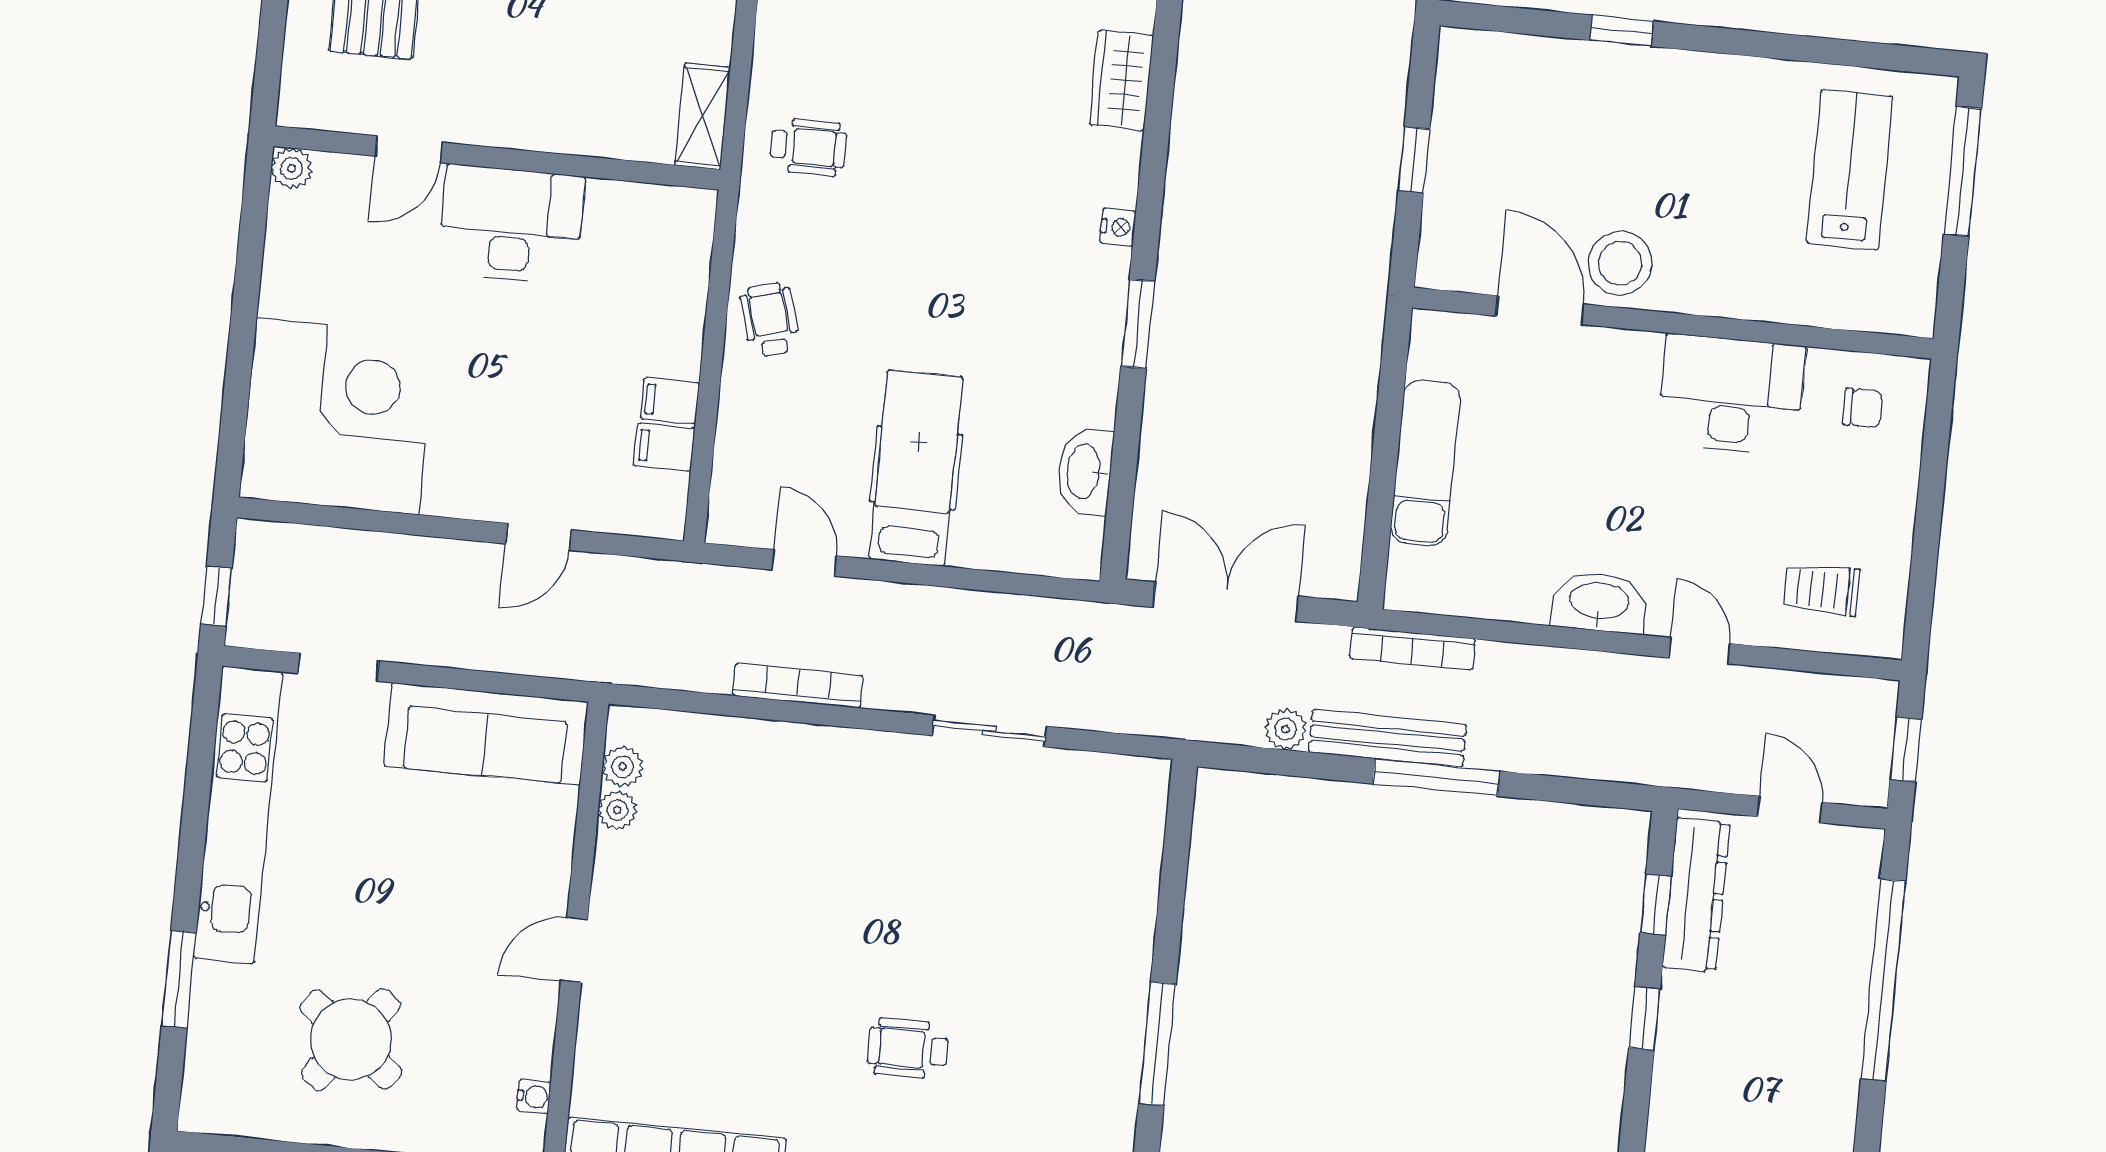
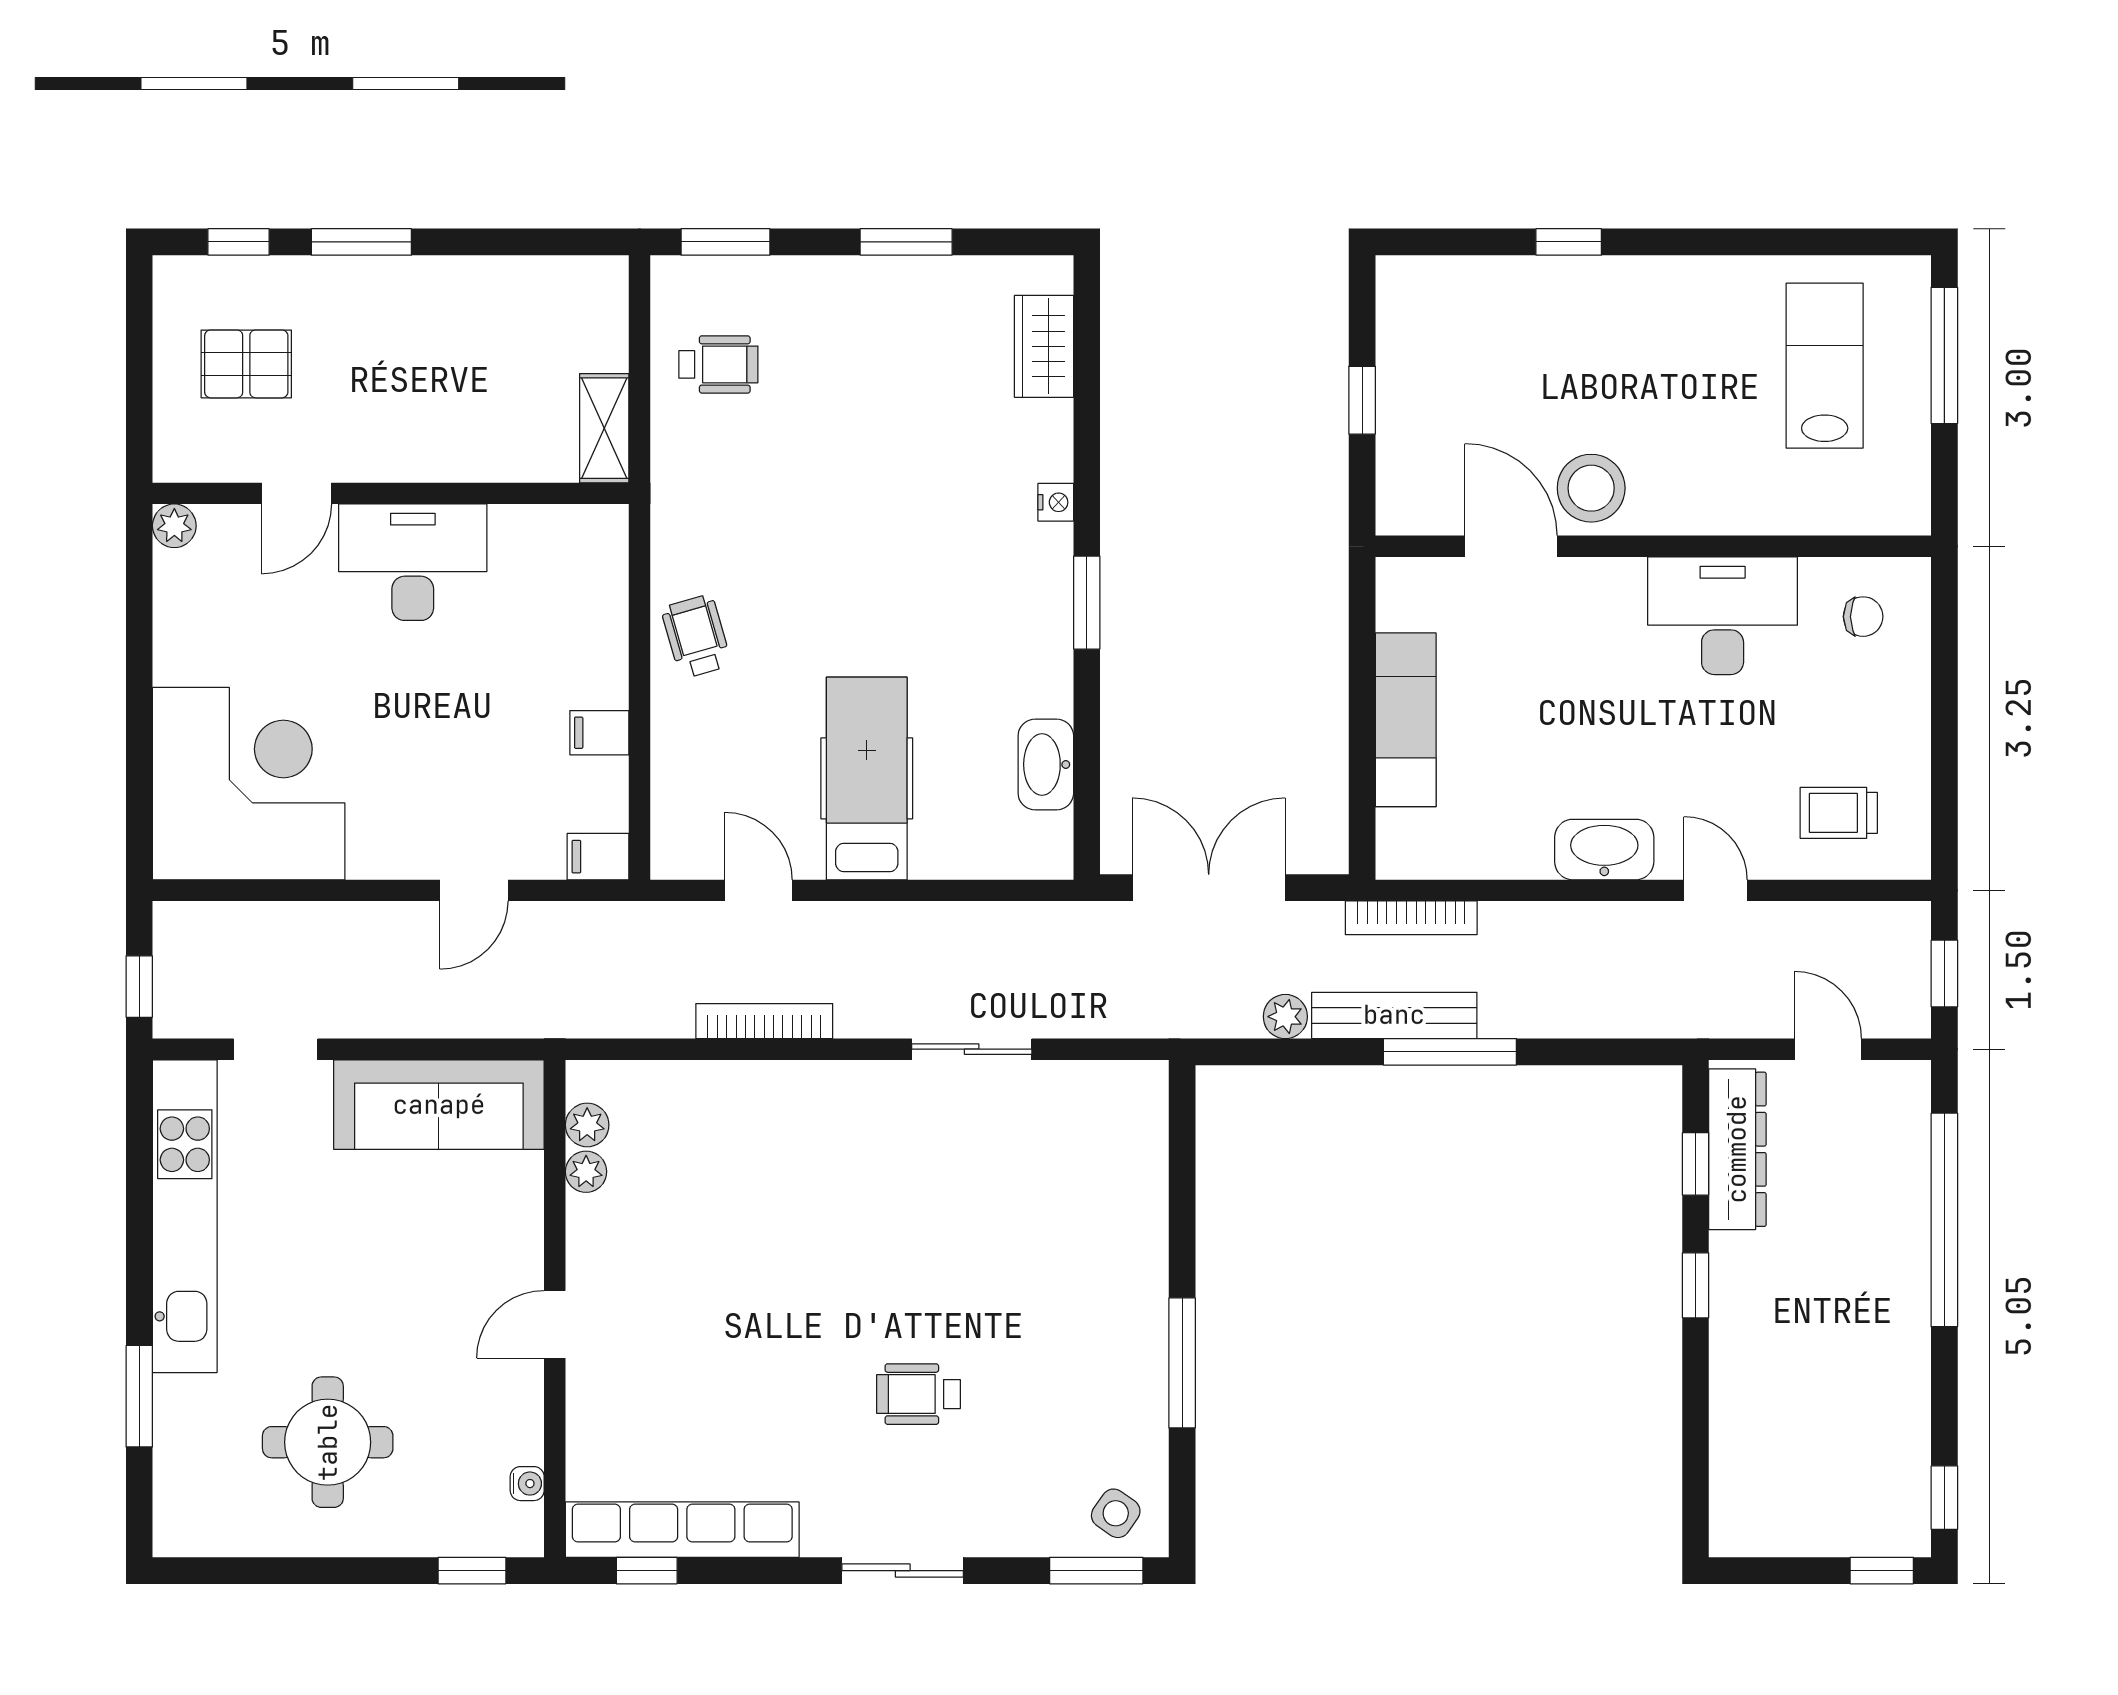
wheelchair: (808, 147) -> (718, 364), moved
filing cabinet: (664, 447) -> (598, 857), moved
round table: (351, 1039) -> (328, 1442), turned -38

